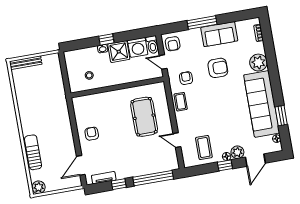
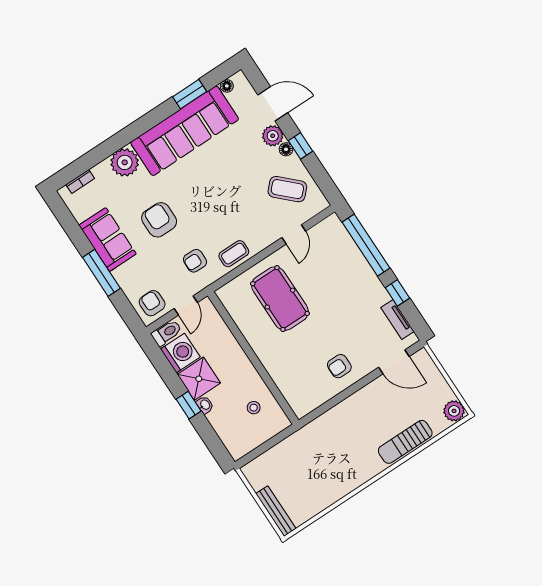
armchair: (173, 44) -> (152, 303), turned -90
pool table: (144, 117) -> (280, 299), turned 90
coffee table: (204, 148) -> (287, 189), turned 44

